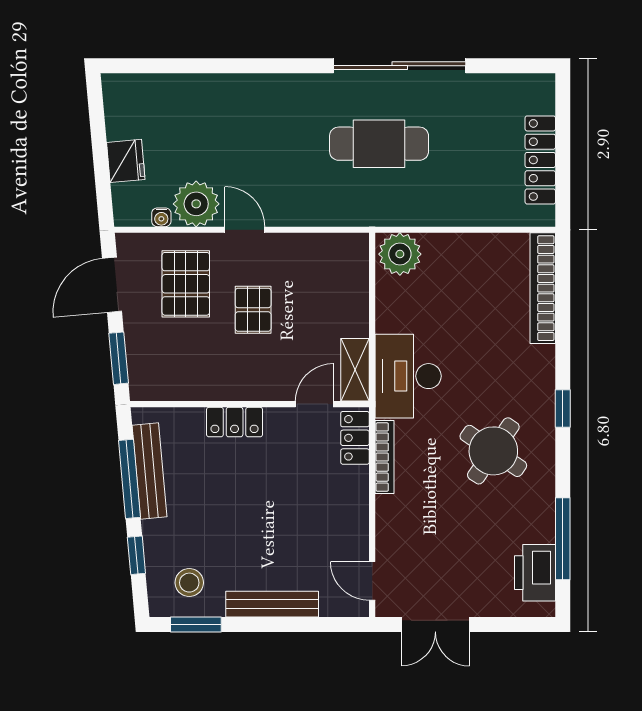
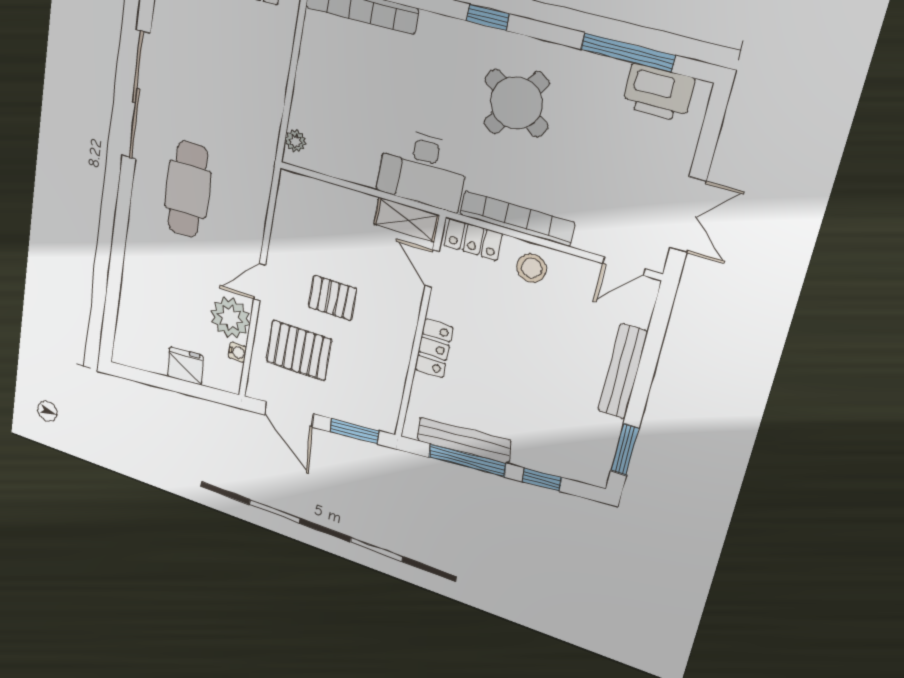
cafe table: (379, 144) -> (188, 189), moved
plant: (400, 254) -> (295, 141), width x0.53, depth x0.53
bookcase: (384, 457) -> (517, 218), width x1.48, depth x1.31
stool: (189, 583) -> (531, 268), moved

